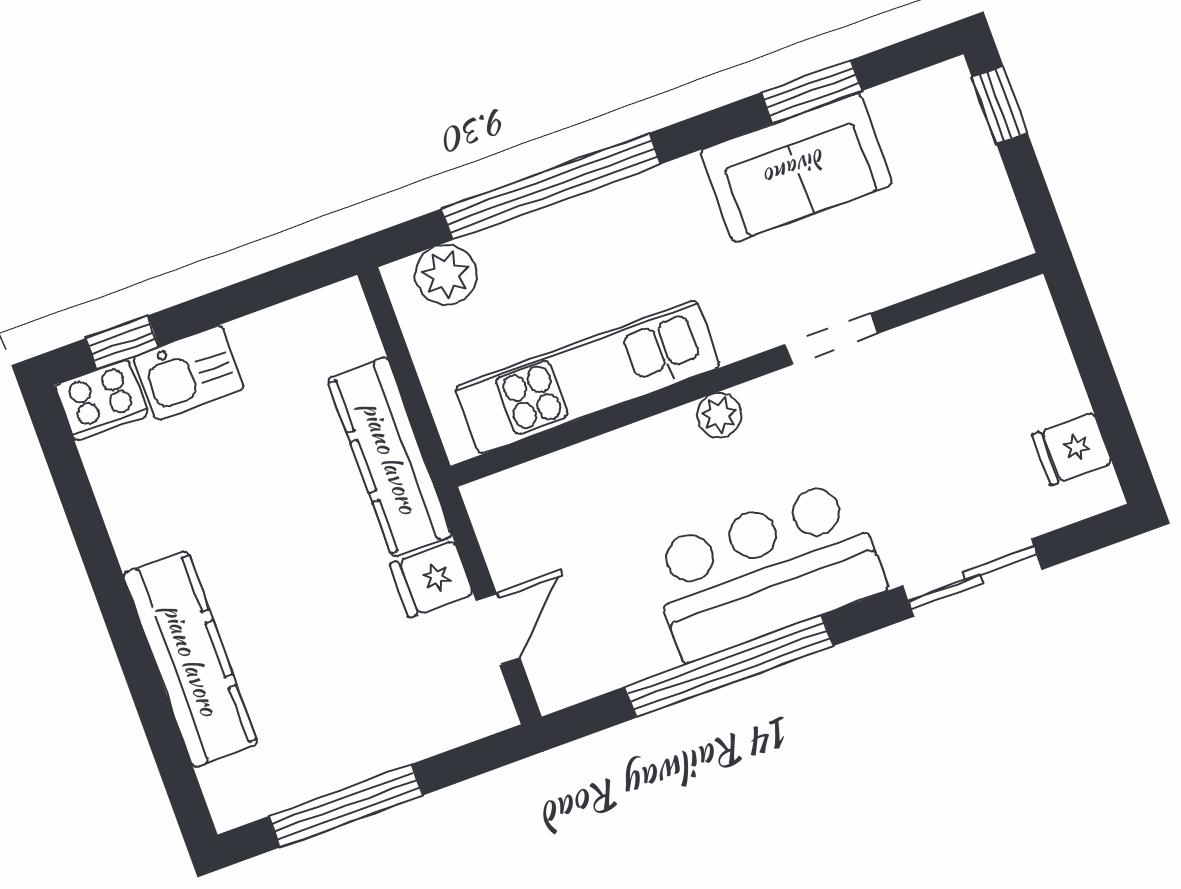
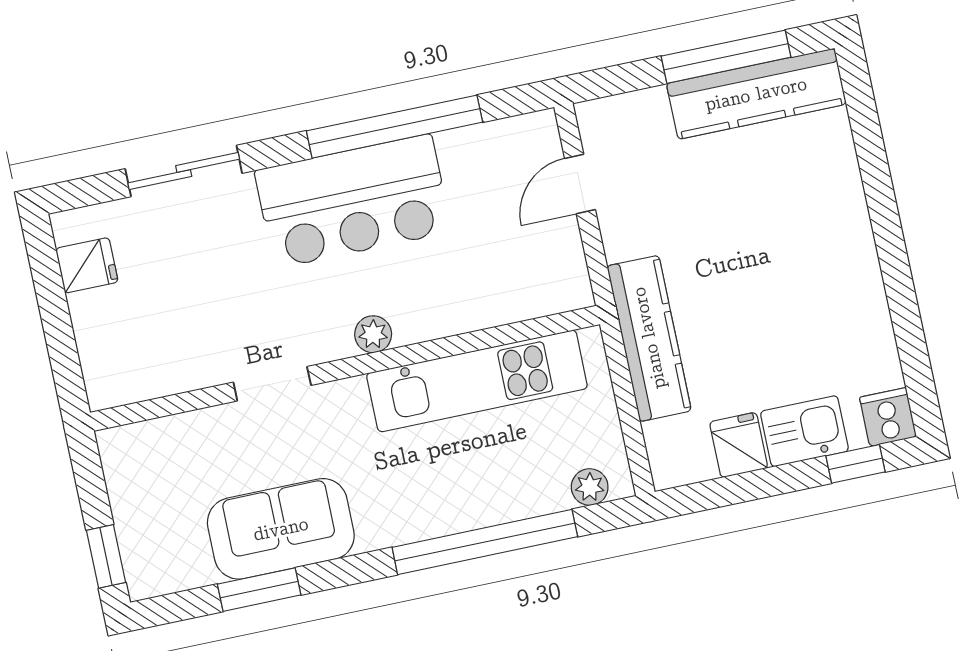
plant: (446, 275) -> (590, 487), width x0.73, depth x0.73
cooker: (102, 400) -> (888, 417), width x0.73
fridge: (431, 579) -> (739, 445), moved, turned -90
kitchen counter: (191, 659) -> (756, 94), moved, turned -90

